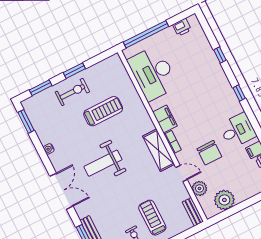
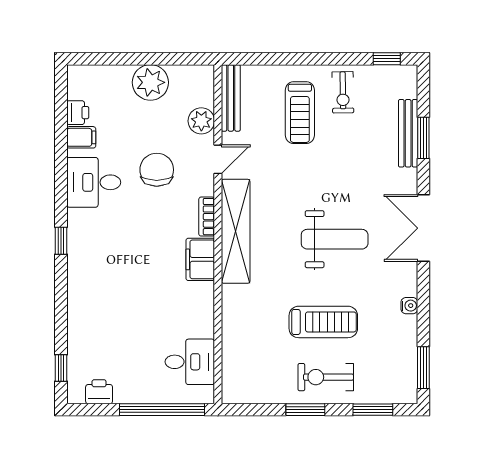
window: (220, 55) -> (61, 368), moved
desk: (153, 73) -> (190, 362), width x0.53, depth x0.77
treadmill: (103, 111) -> (323, 322), moved, turned 180
shelving: (159, 150) -> (236, 231), width x1.47
door: (181, 173) -> (218, 159), swing flipped
plant: (224, 200) -> (150, 82), moved
bench: (193, 212) -> (231, 98), width x1.36

